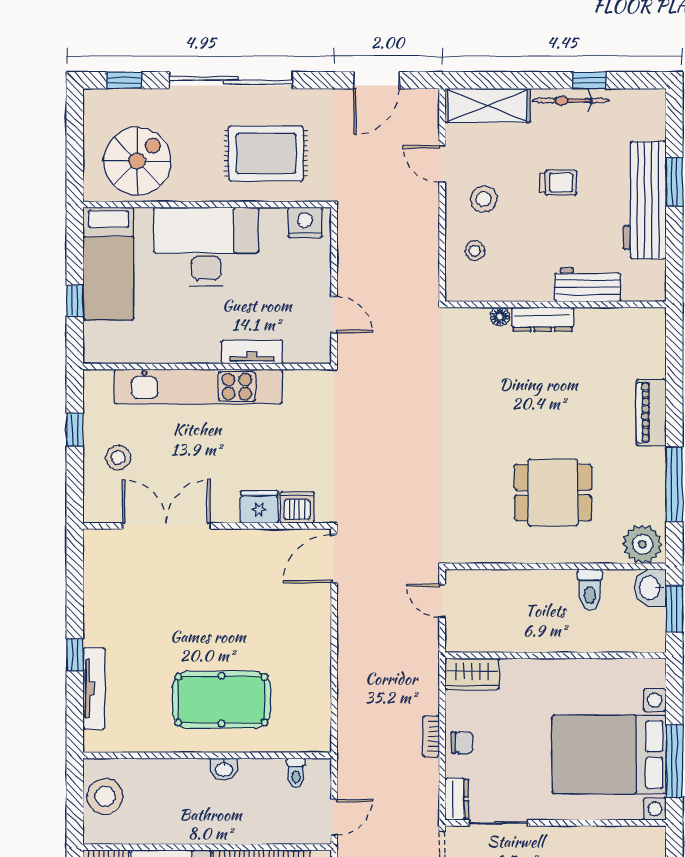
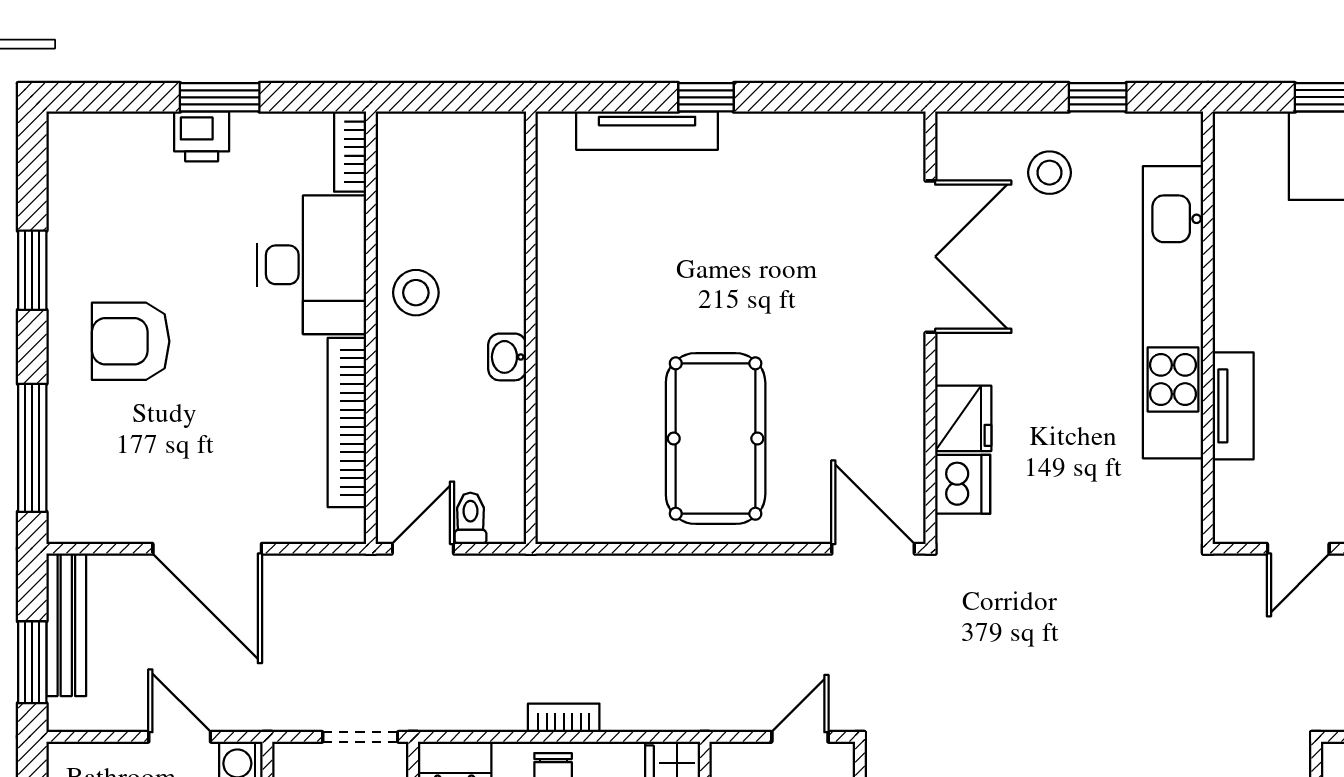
pool table: (221, 700) -> (716, 439), moved
toilet: (296, 773) -> (470, 518), moved, turned 90
stool: (105, 796) -> (416, 293), moved, width x0.73, depth x0.73
door: (334, 817) -> (423, 549), swing flipped

